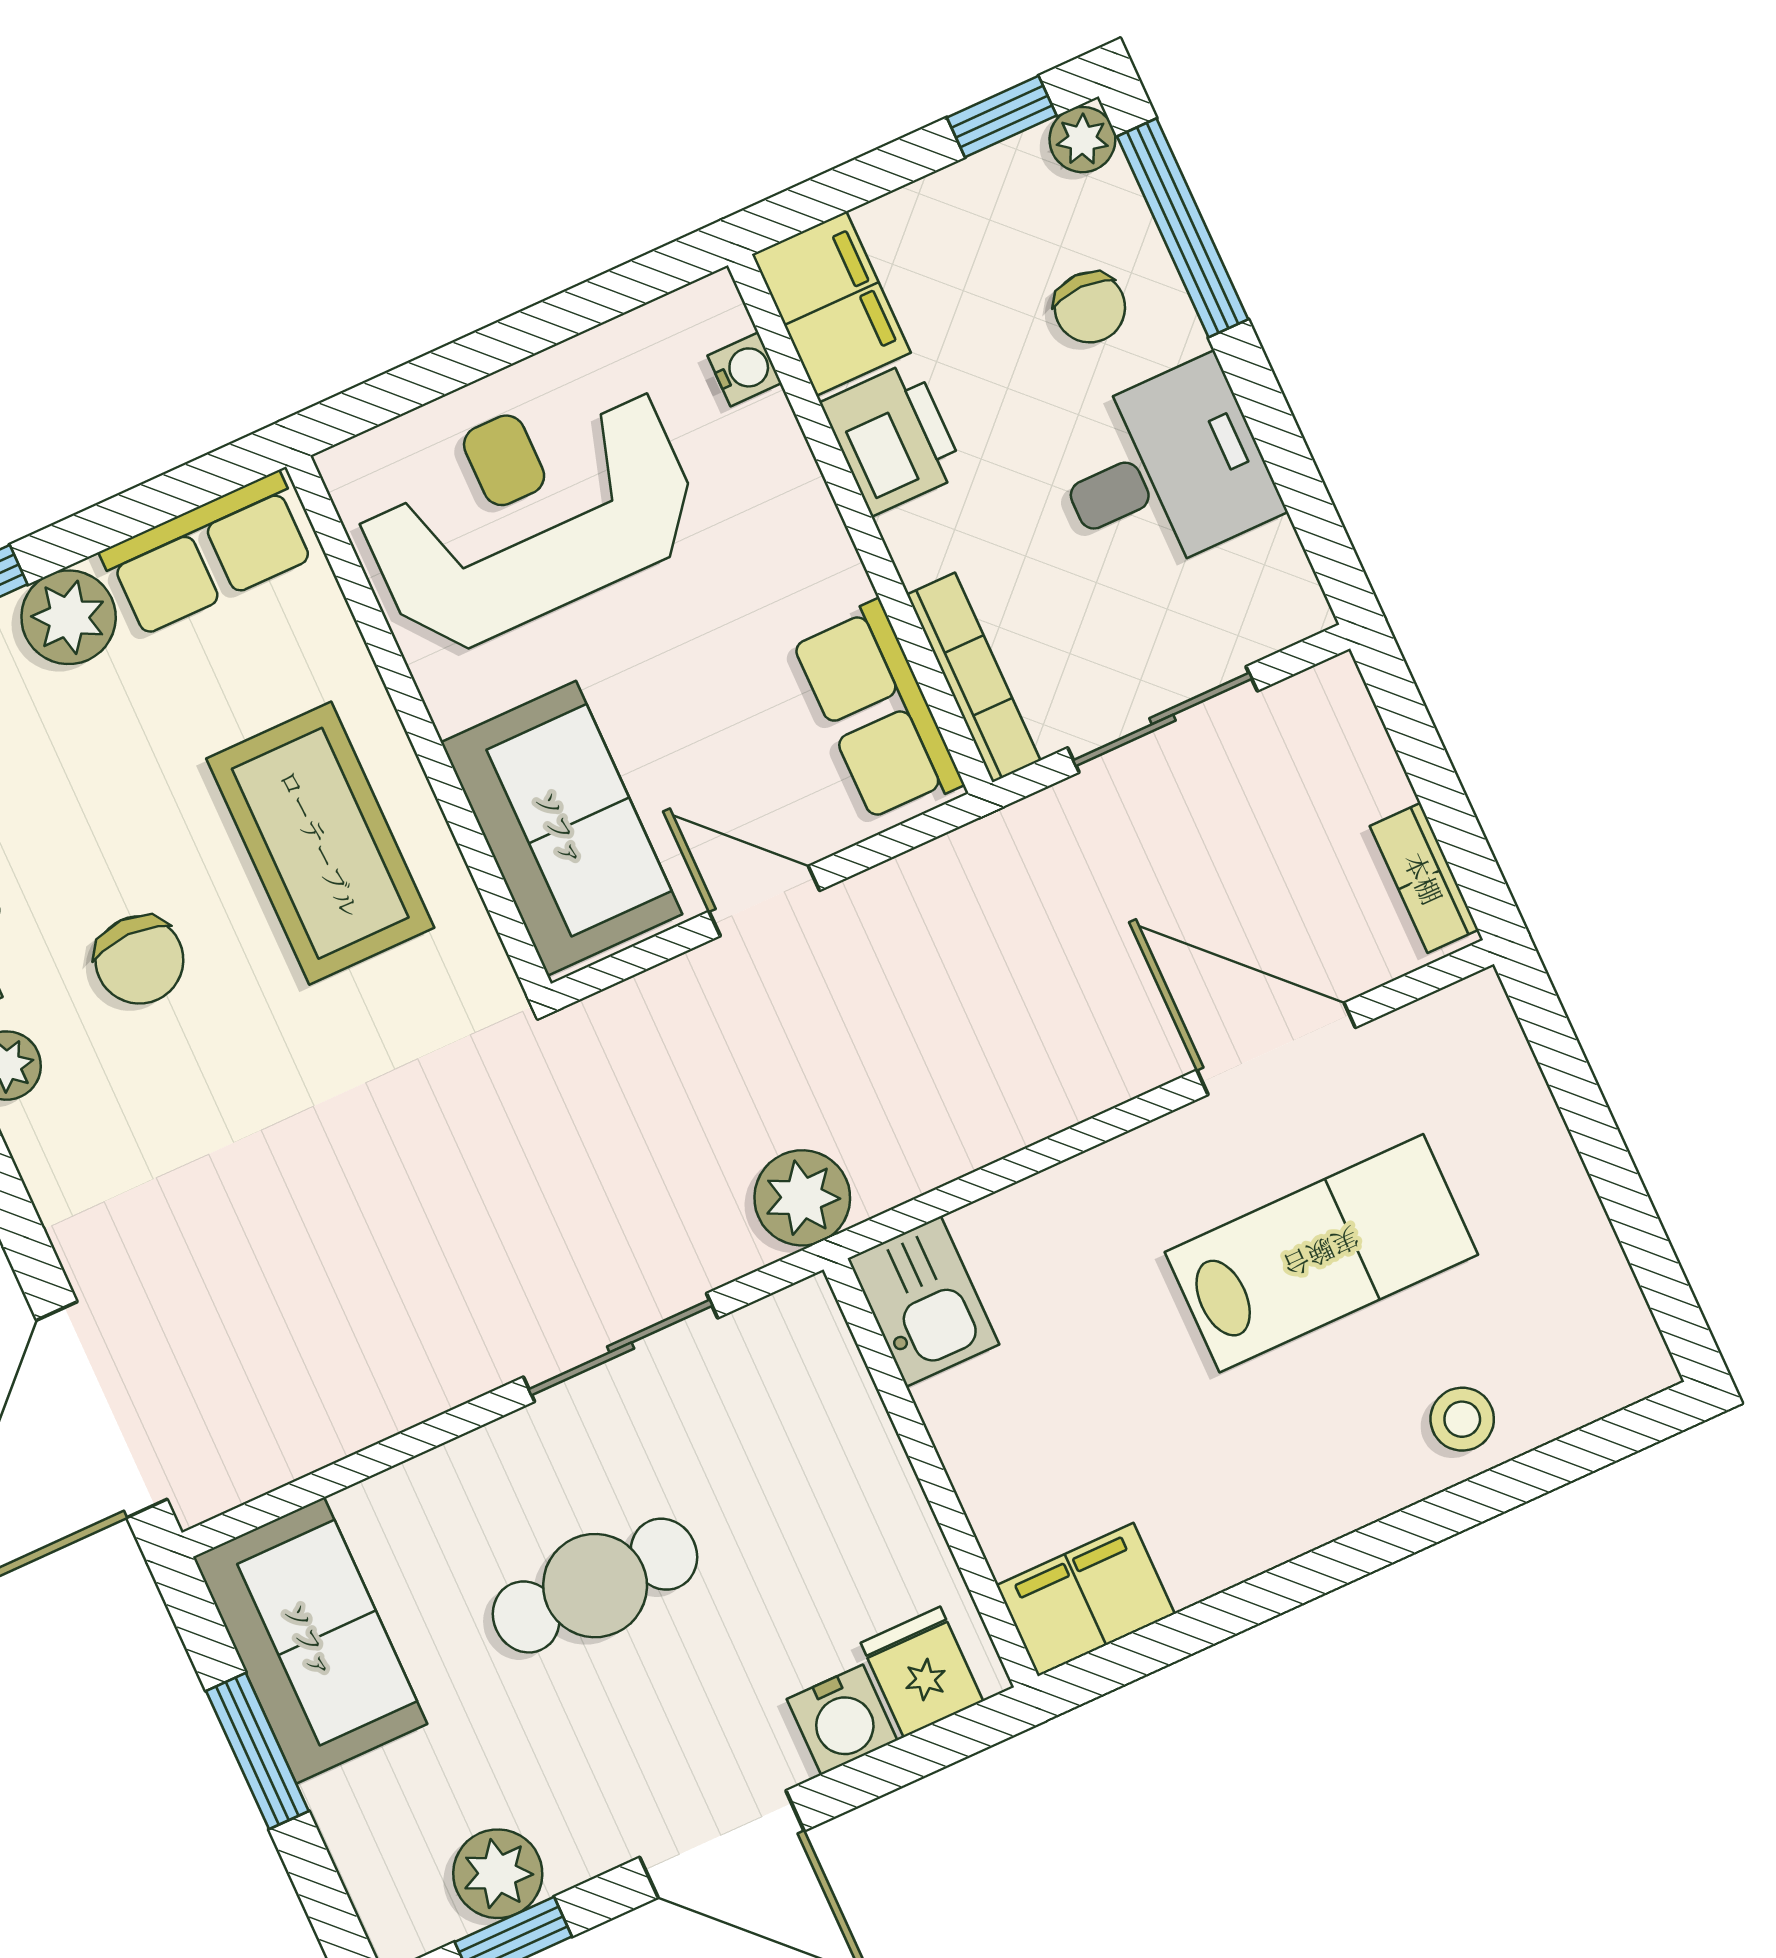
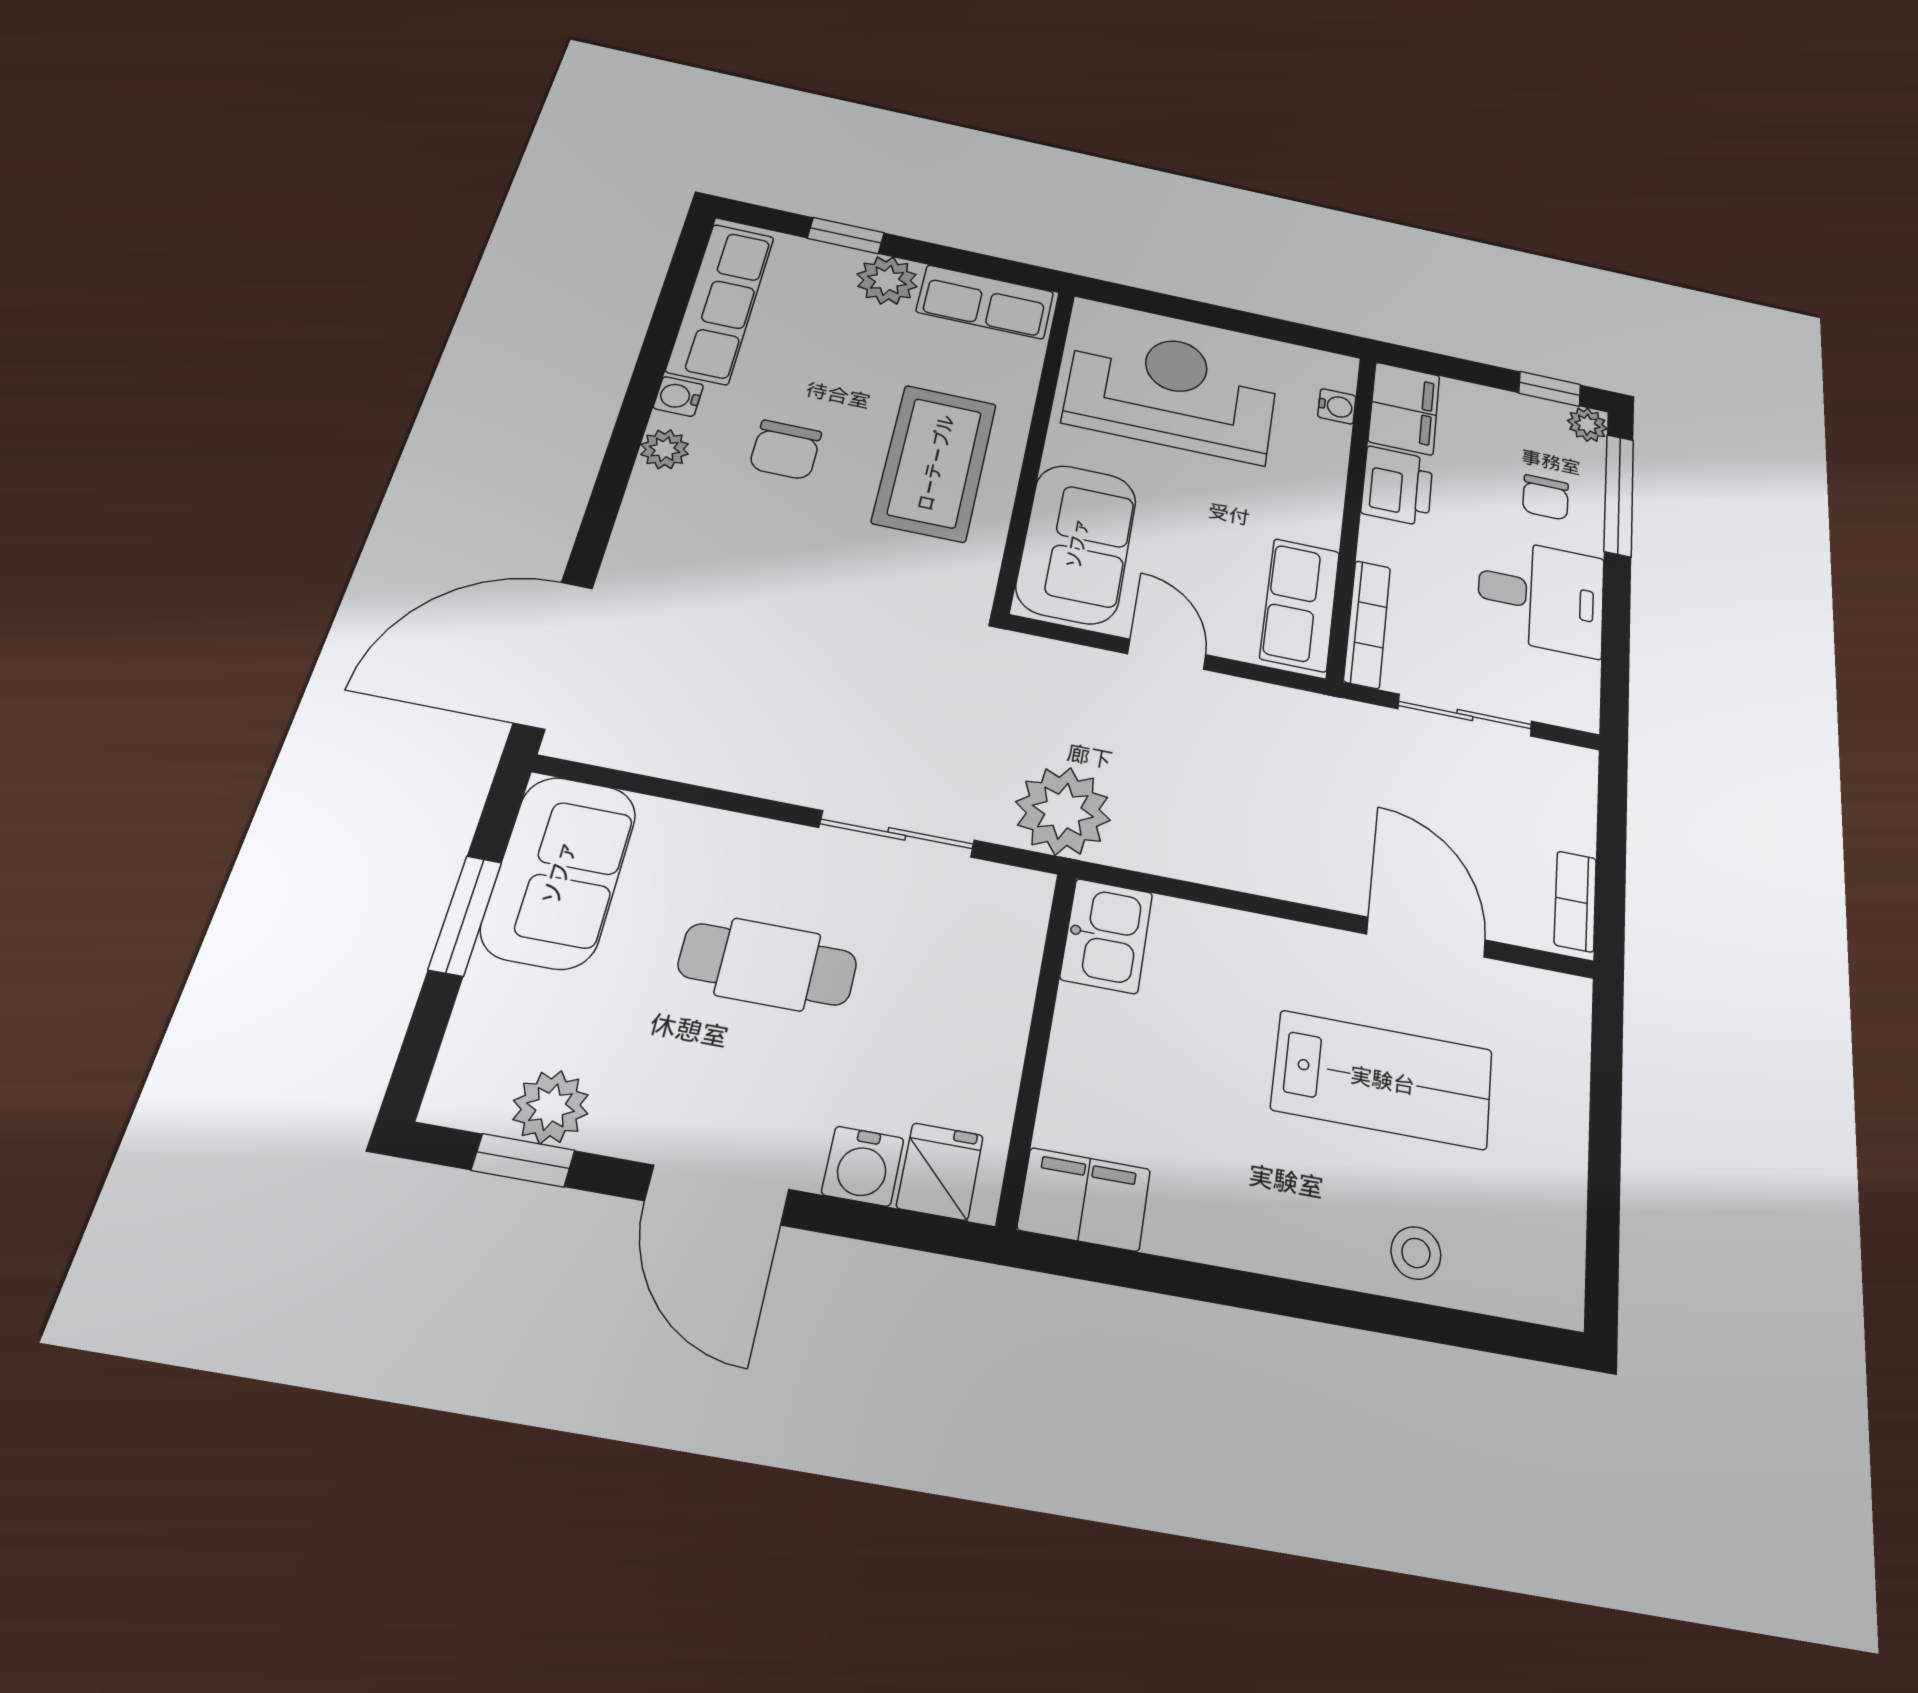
plant: (802, 1198) -> (1063, 811), width x1.36, depth x1.36

